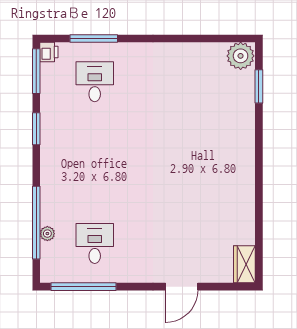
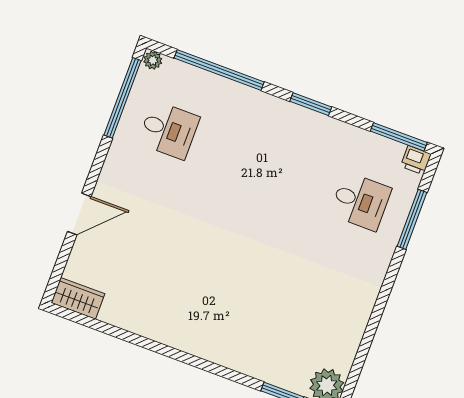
window: (36, 129) -> (311, 104), moved
plant: (47, 234) -> (153, 60), moved
door: (182, 287) -> (79, 214), swing flipped

